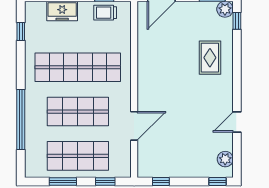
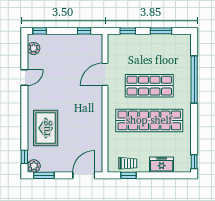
window: (21, 31) -> (194, 162), moved
rug: (210, 58) -> (46, 128), width x1.36, depth x1.43
shop shelf: (78, 156) -> (149, 51), removed

